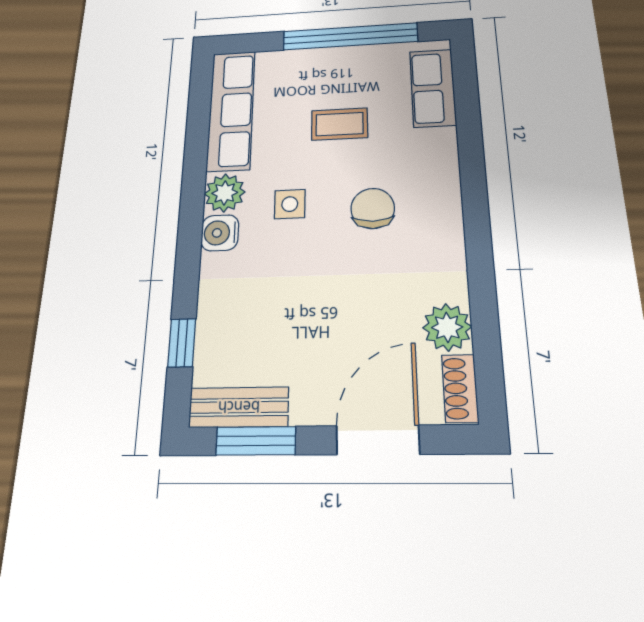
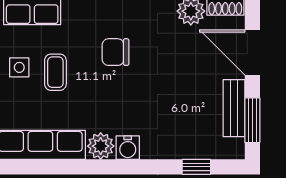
side table: (290, 204) -> (19, 67), moved
bench: (239, 407) -> (234, 108), moved

